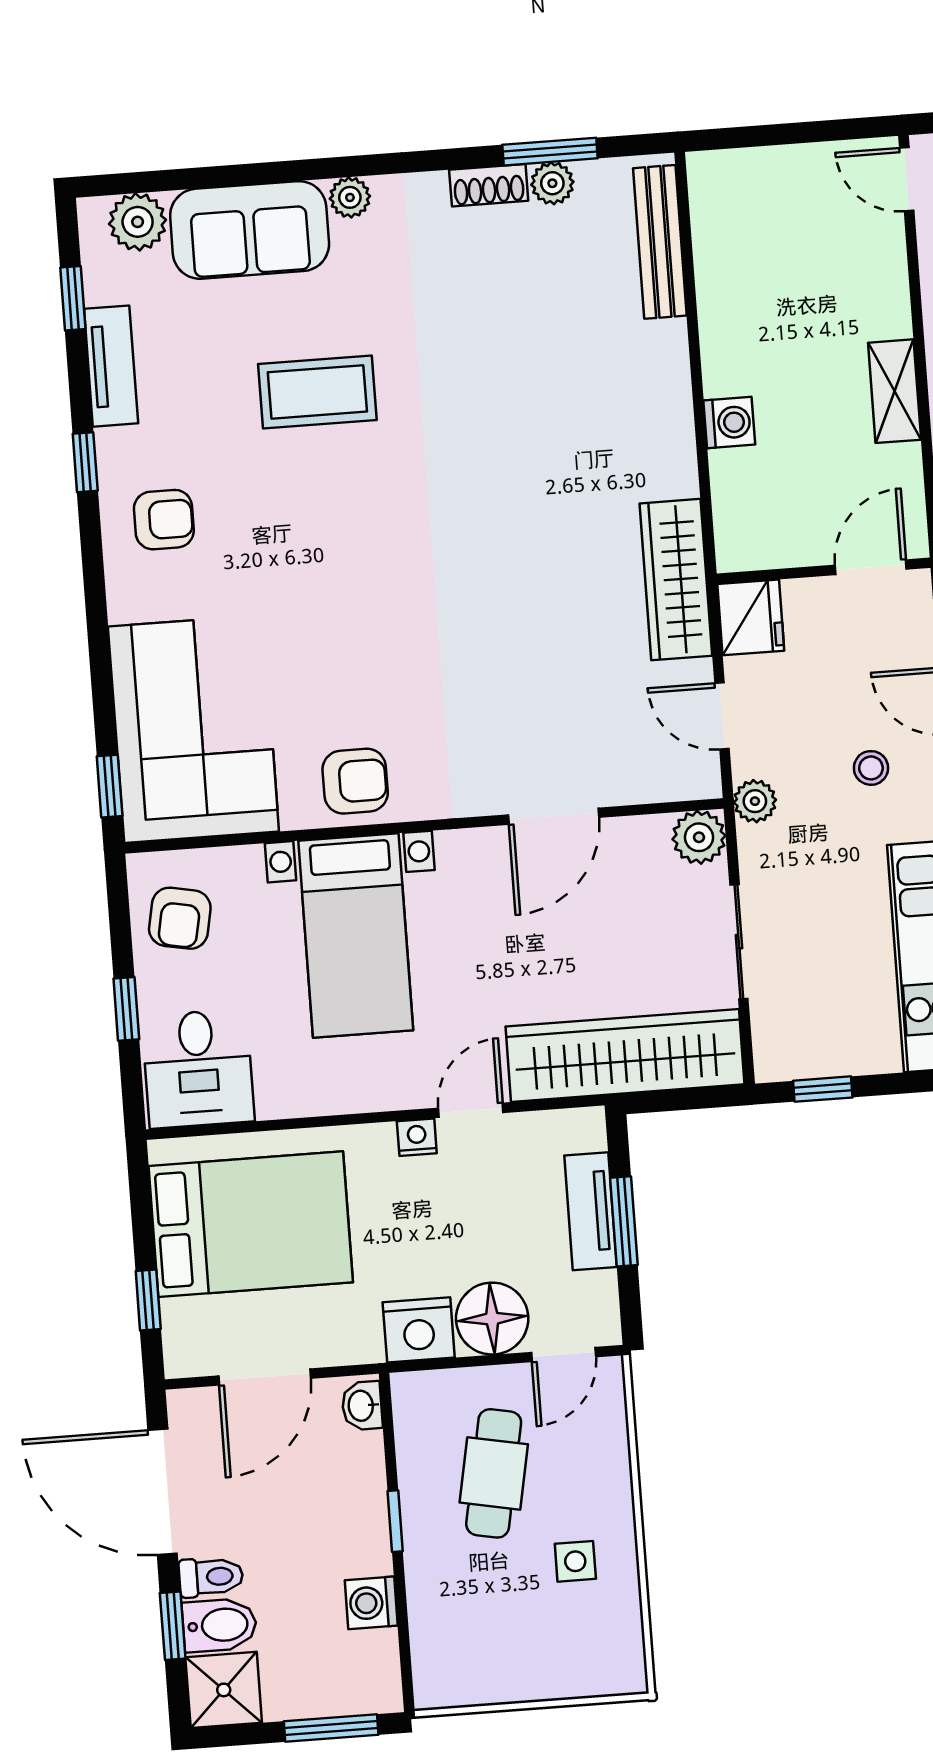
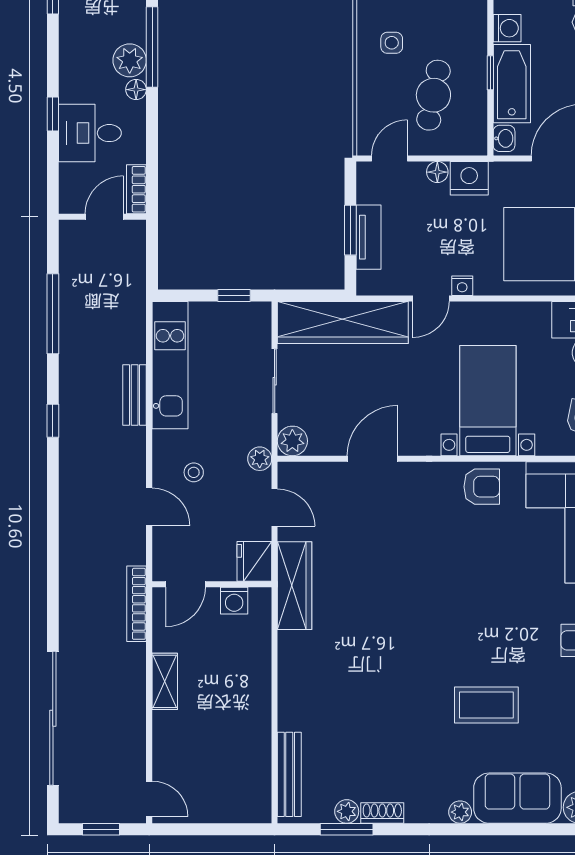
washing machine: (729, 423) -> (234, 601), moved, turned -90
armchair: (355, 781) -> (482, 487), turned 180
floor lamp: (492, 1319) -> (437, 172), width x0.53, depth x0.53
bathtub: (355, 1505) -> (512, 84), added

